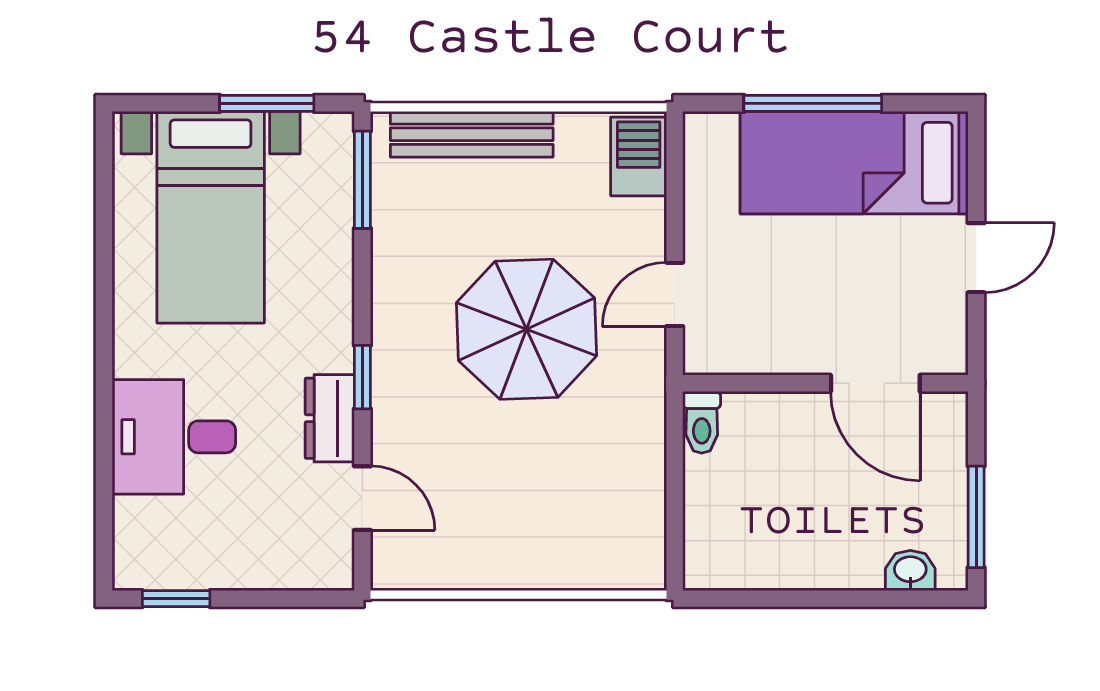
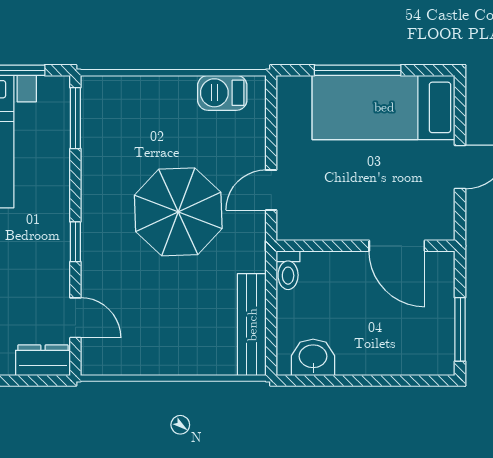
bench: (472, 134) -> (252, 325), moved, turned 90
barbecue: (639, 156) -> (222, 93), moved, turned -90
dresser: (330, 418) -> (43, 360), moved, turned 90
washbasin: (910, 570) -> (313, 357), moved, width x1.38, depth x1.45

